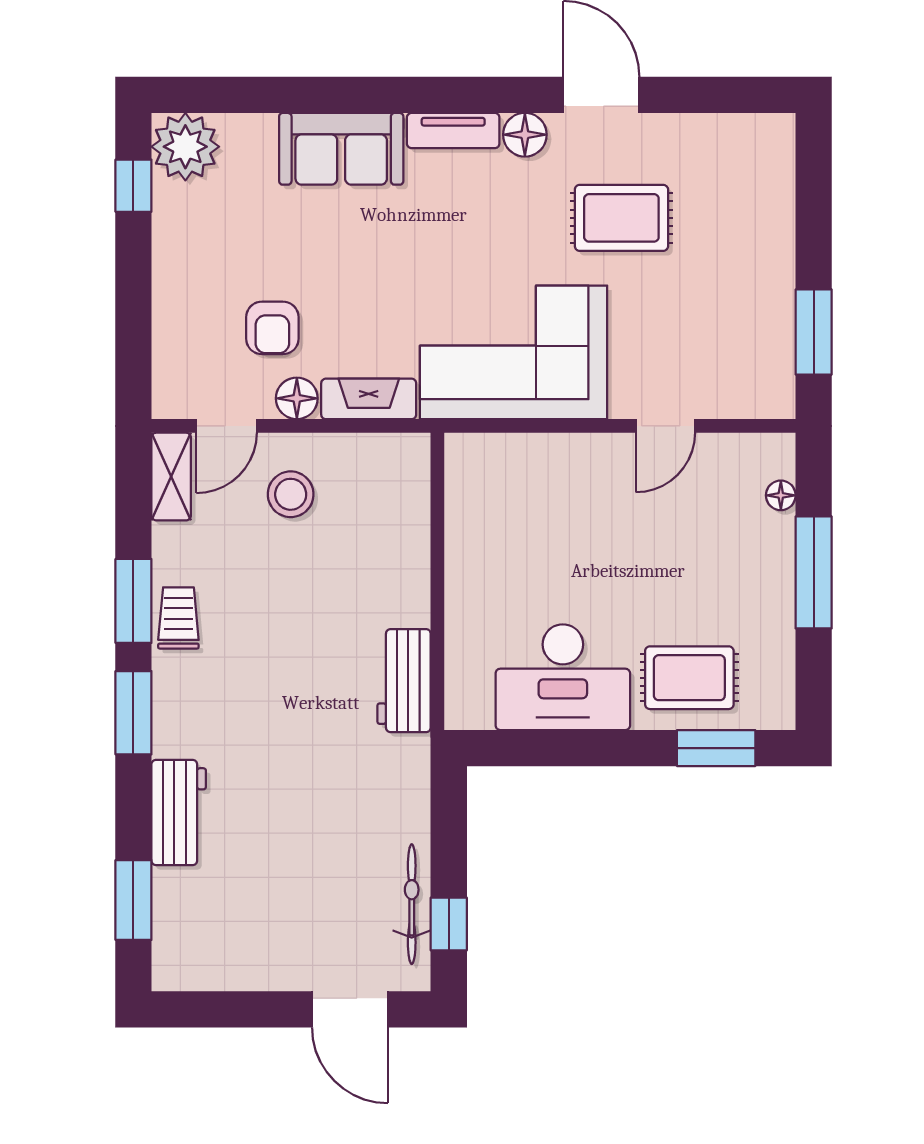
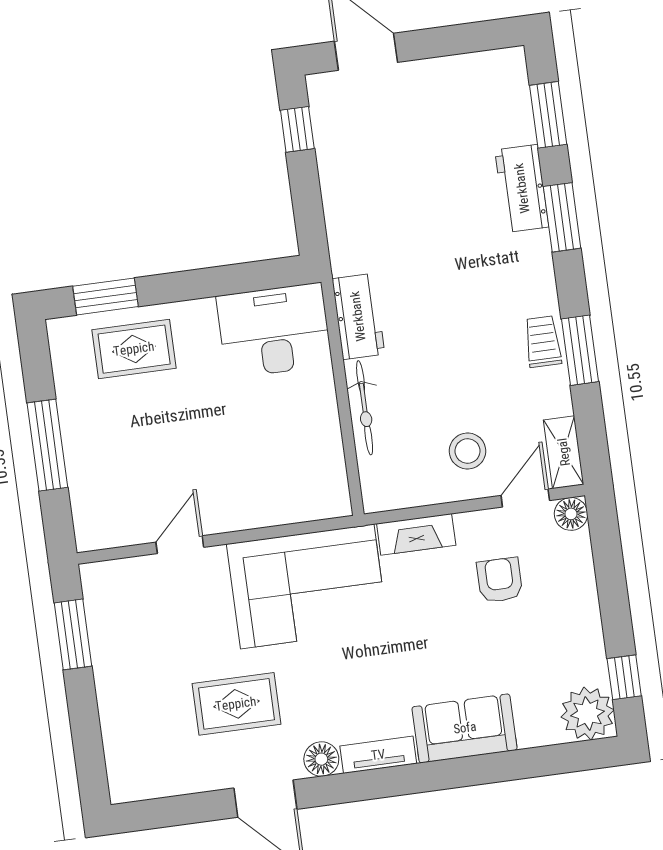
floor lamp: (297, 398) -> (571, 514), moved
floor lamp: (781, 495) -> (81, 502), removed
trolley: (178, 618) -> (543, 342), turned 180
desk: (563, 677) -> (274, 330), moved
window: (133, 713) -> (562, 217), moved
bicycle: (412, 904) -> (365, 408), moved

